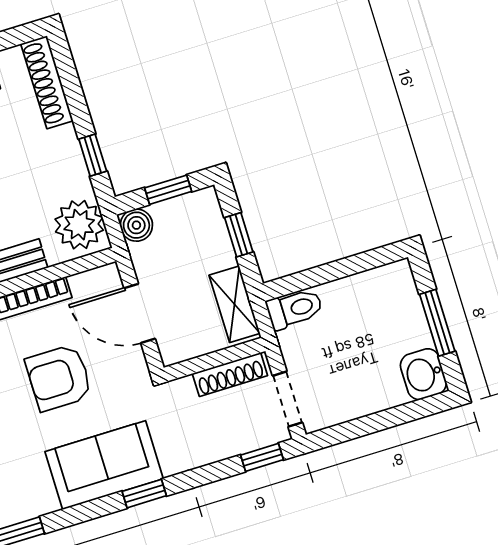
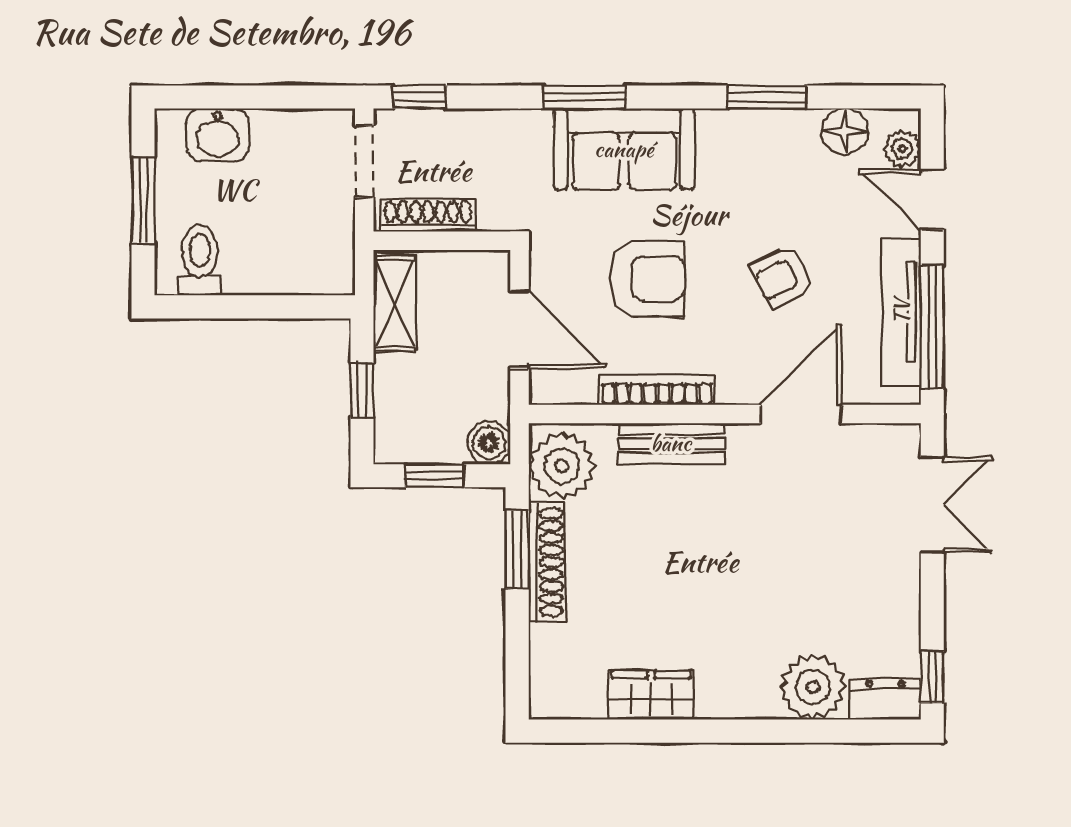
shoe rack: (47, 82) -> (547, 562), moved
window: (93, 155) -> (517, 549), width x1.50
toilet: (295, 309) -> (200, 260), moved, turned 90
washbasin: (423, 374) -> (218, 135), moved, turned 90
window: (144, 494) -> (584, 97), width x1.50

